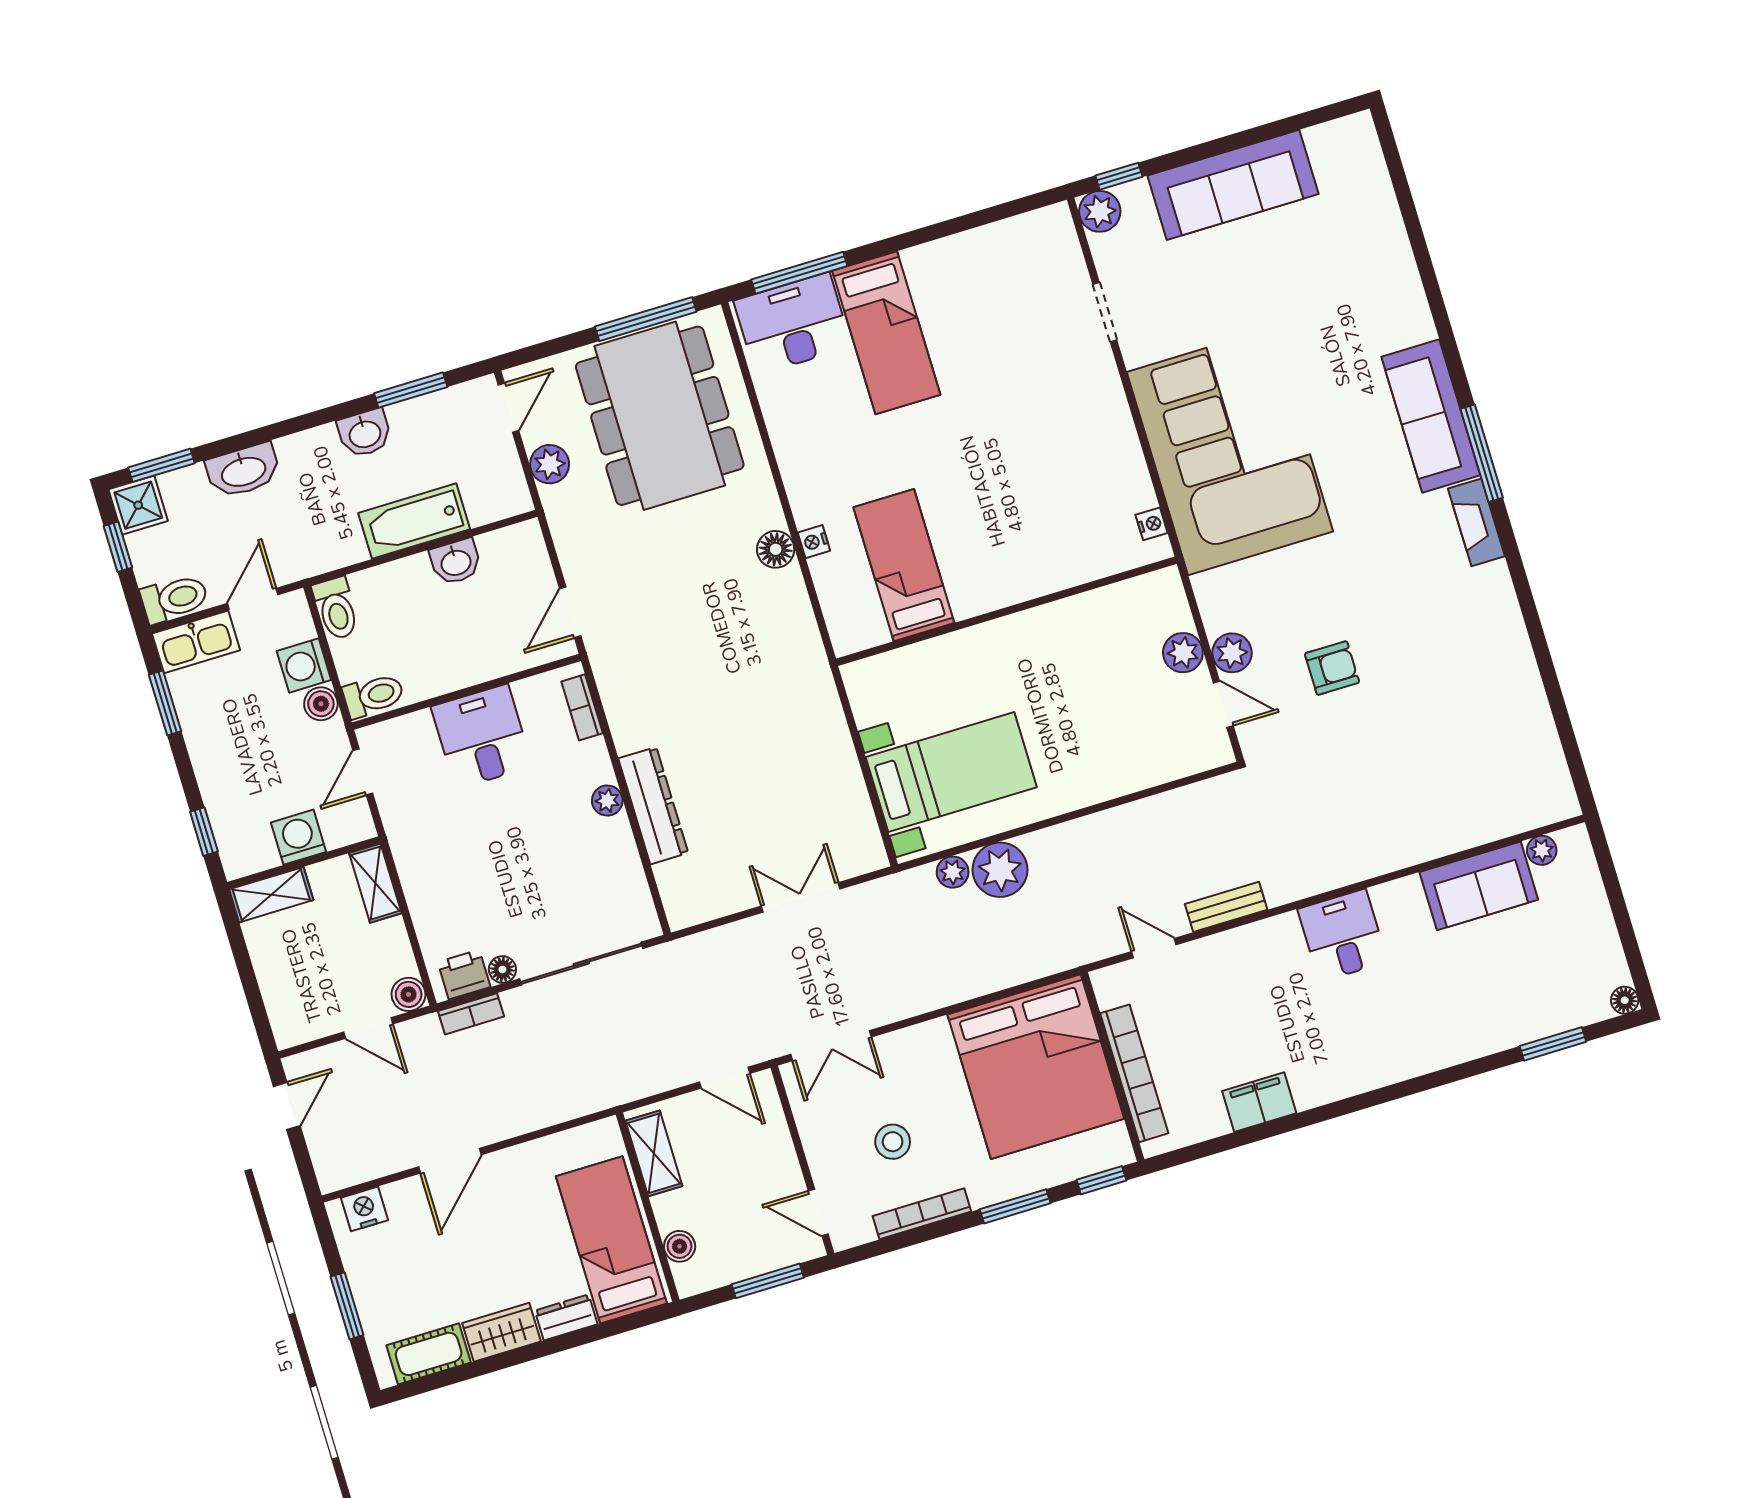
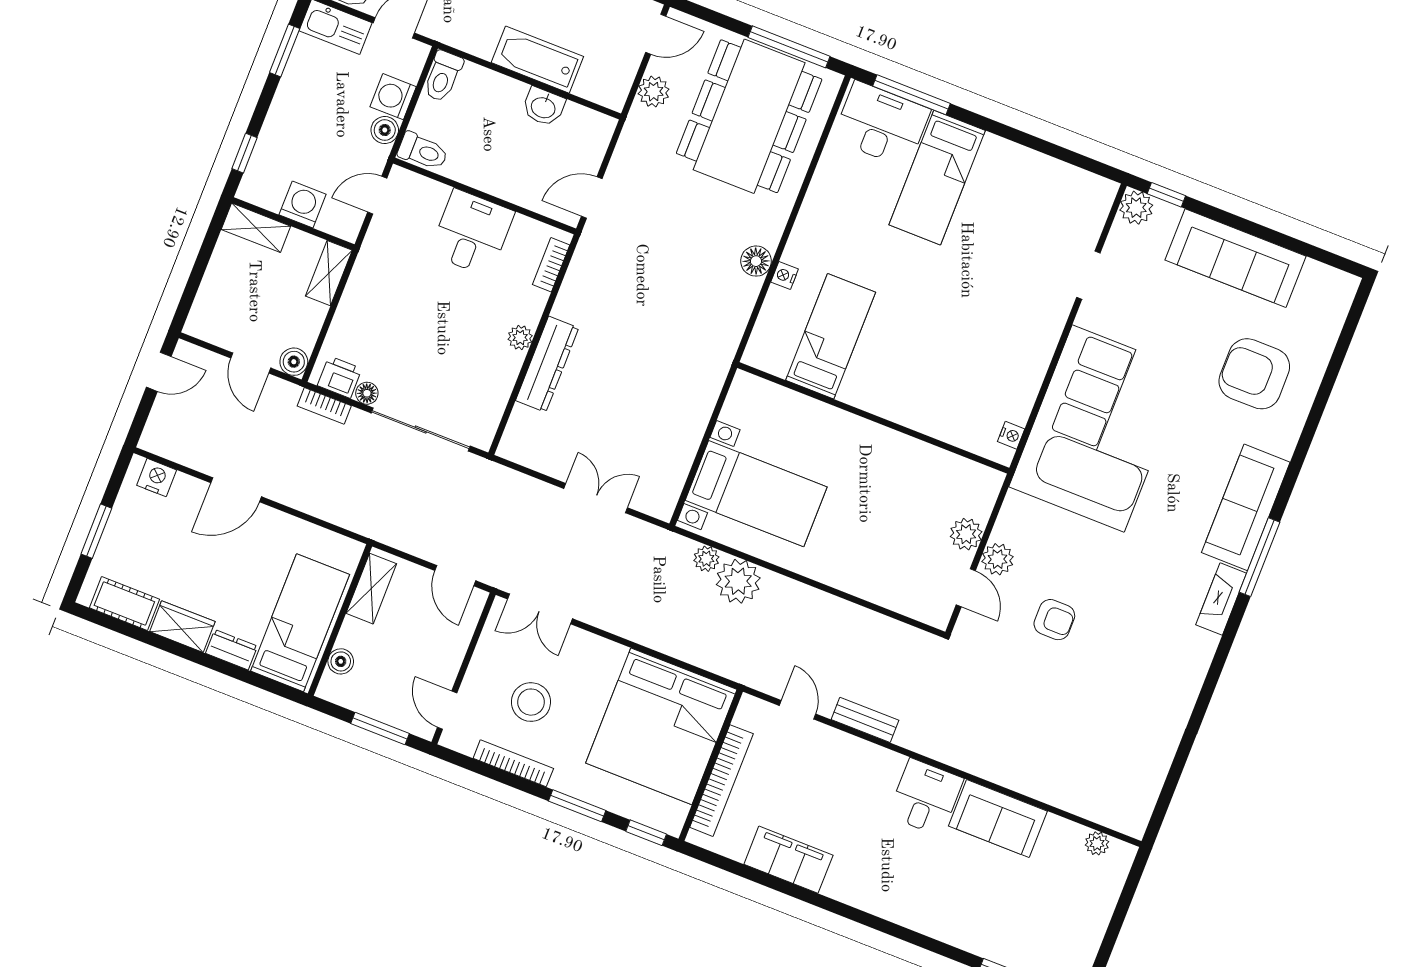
armchair: (1338, 282) -> (1254, 374), added
sofa: (1479, 886) -> (998, 819), moved
filing cabinet: (1259, 1102) -> (788, 860), width x1.50, depth x1.17
stool: (893, 1142) -> (531, 702), width x1.38, depth x1.38

